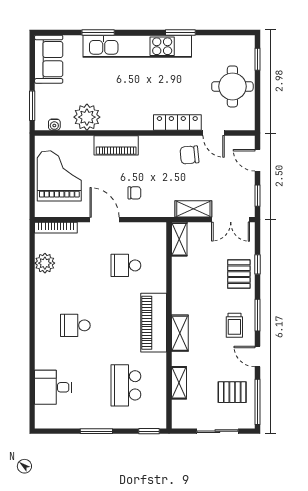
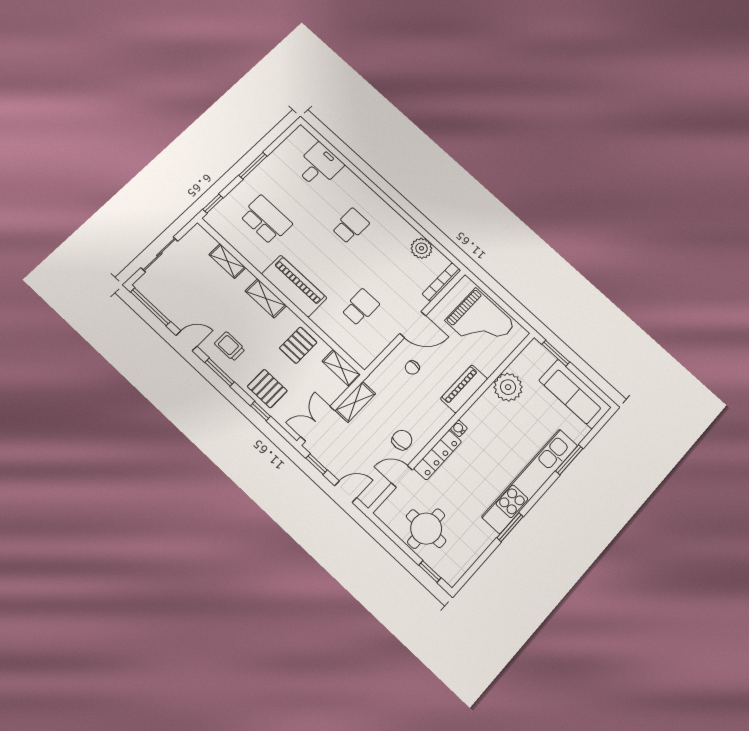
sofa: (49, 59) -> (575, 394), width x1.36
water cooler: (54, 125) -> (459, 428), moved
pallet: (232, 392) -> (298, 345), moved

